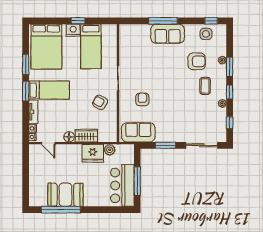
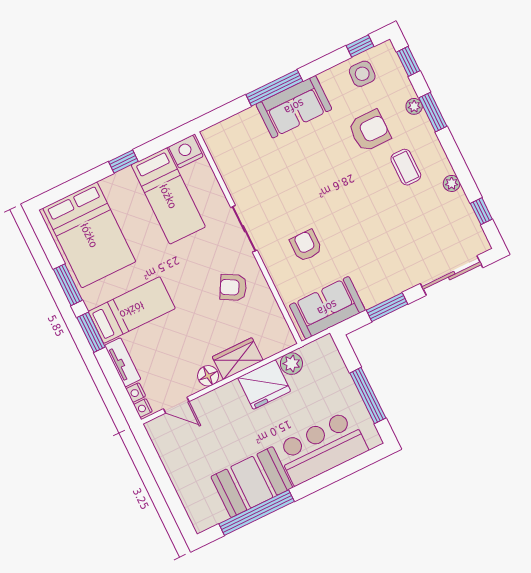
nightstand: (73, 30) -> (186, 152), moved
window: (230, 92) -> (408, 61), moved
bar counter: (122, 185) -> (322, 448), moved, turned 90

